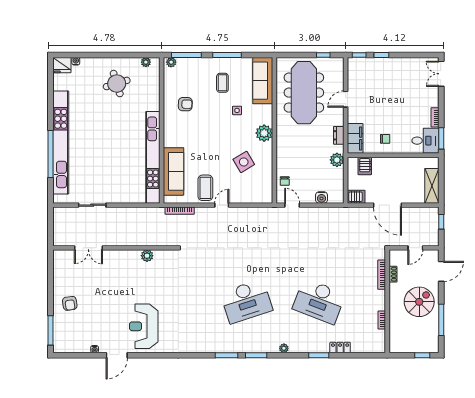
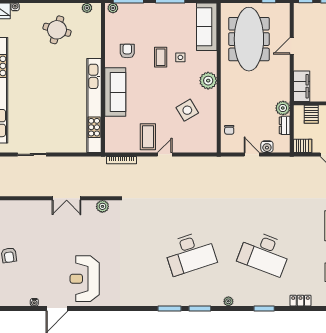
coffee table: (222, 83) -> (161, 57), moved
round table: (117, 84) -> (57, 30), turned 33
armchair: (185, 104) -> (127, 51), turned -91
dresser: (339, 135) -> (285, 125), moved
sofa: (174, 171) -> (115, 92), moved
door: (292, 205) -> (252, 154), moved
double door: (88, 248) -> (67, 198), moved
plant: (147, 256) -> (102, 206), moved
locker: (340, 348) -> (300, 301), moved

